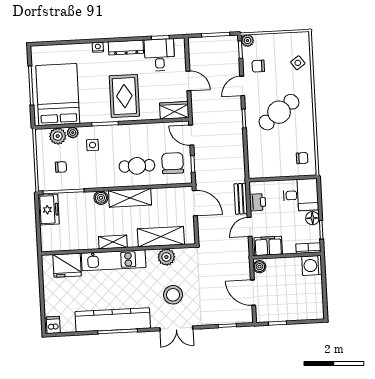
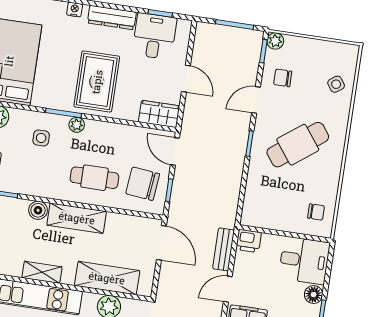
plant: (73, 133) -> (77, 125), moved
chair: (173, 163) -> (143, 184), turned -84
printer: (258, 202) -> (249, 241), moved, turned 90

